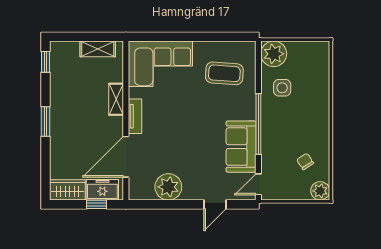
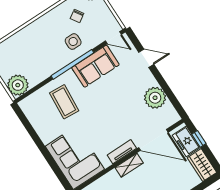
coffee table: (224, 73) -> (64, 102), moved
side table: (282, 88) -> (73, 41), moved
shelving: (116, 99) -> (129, 165), moved

